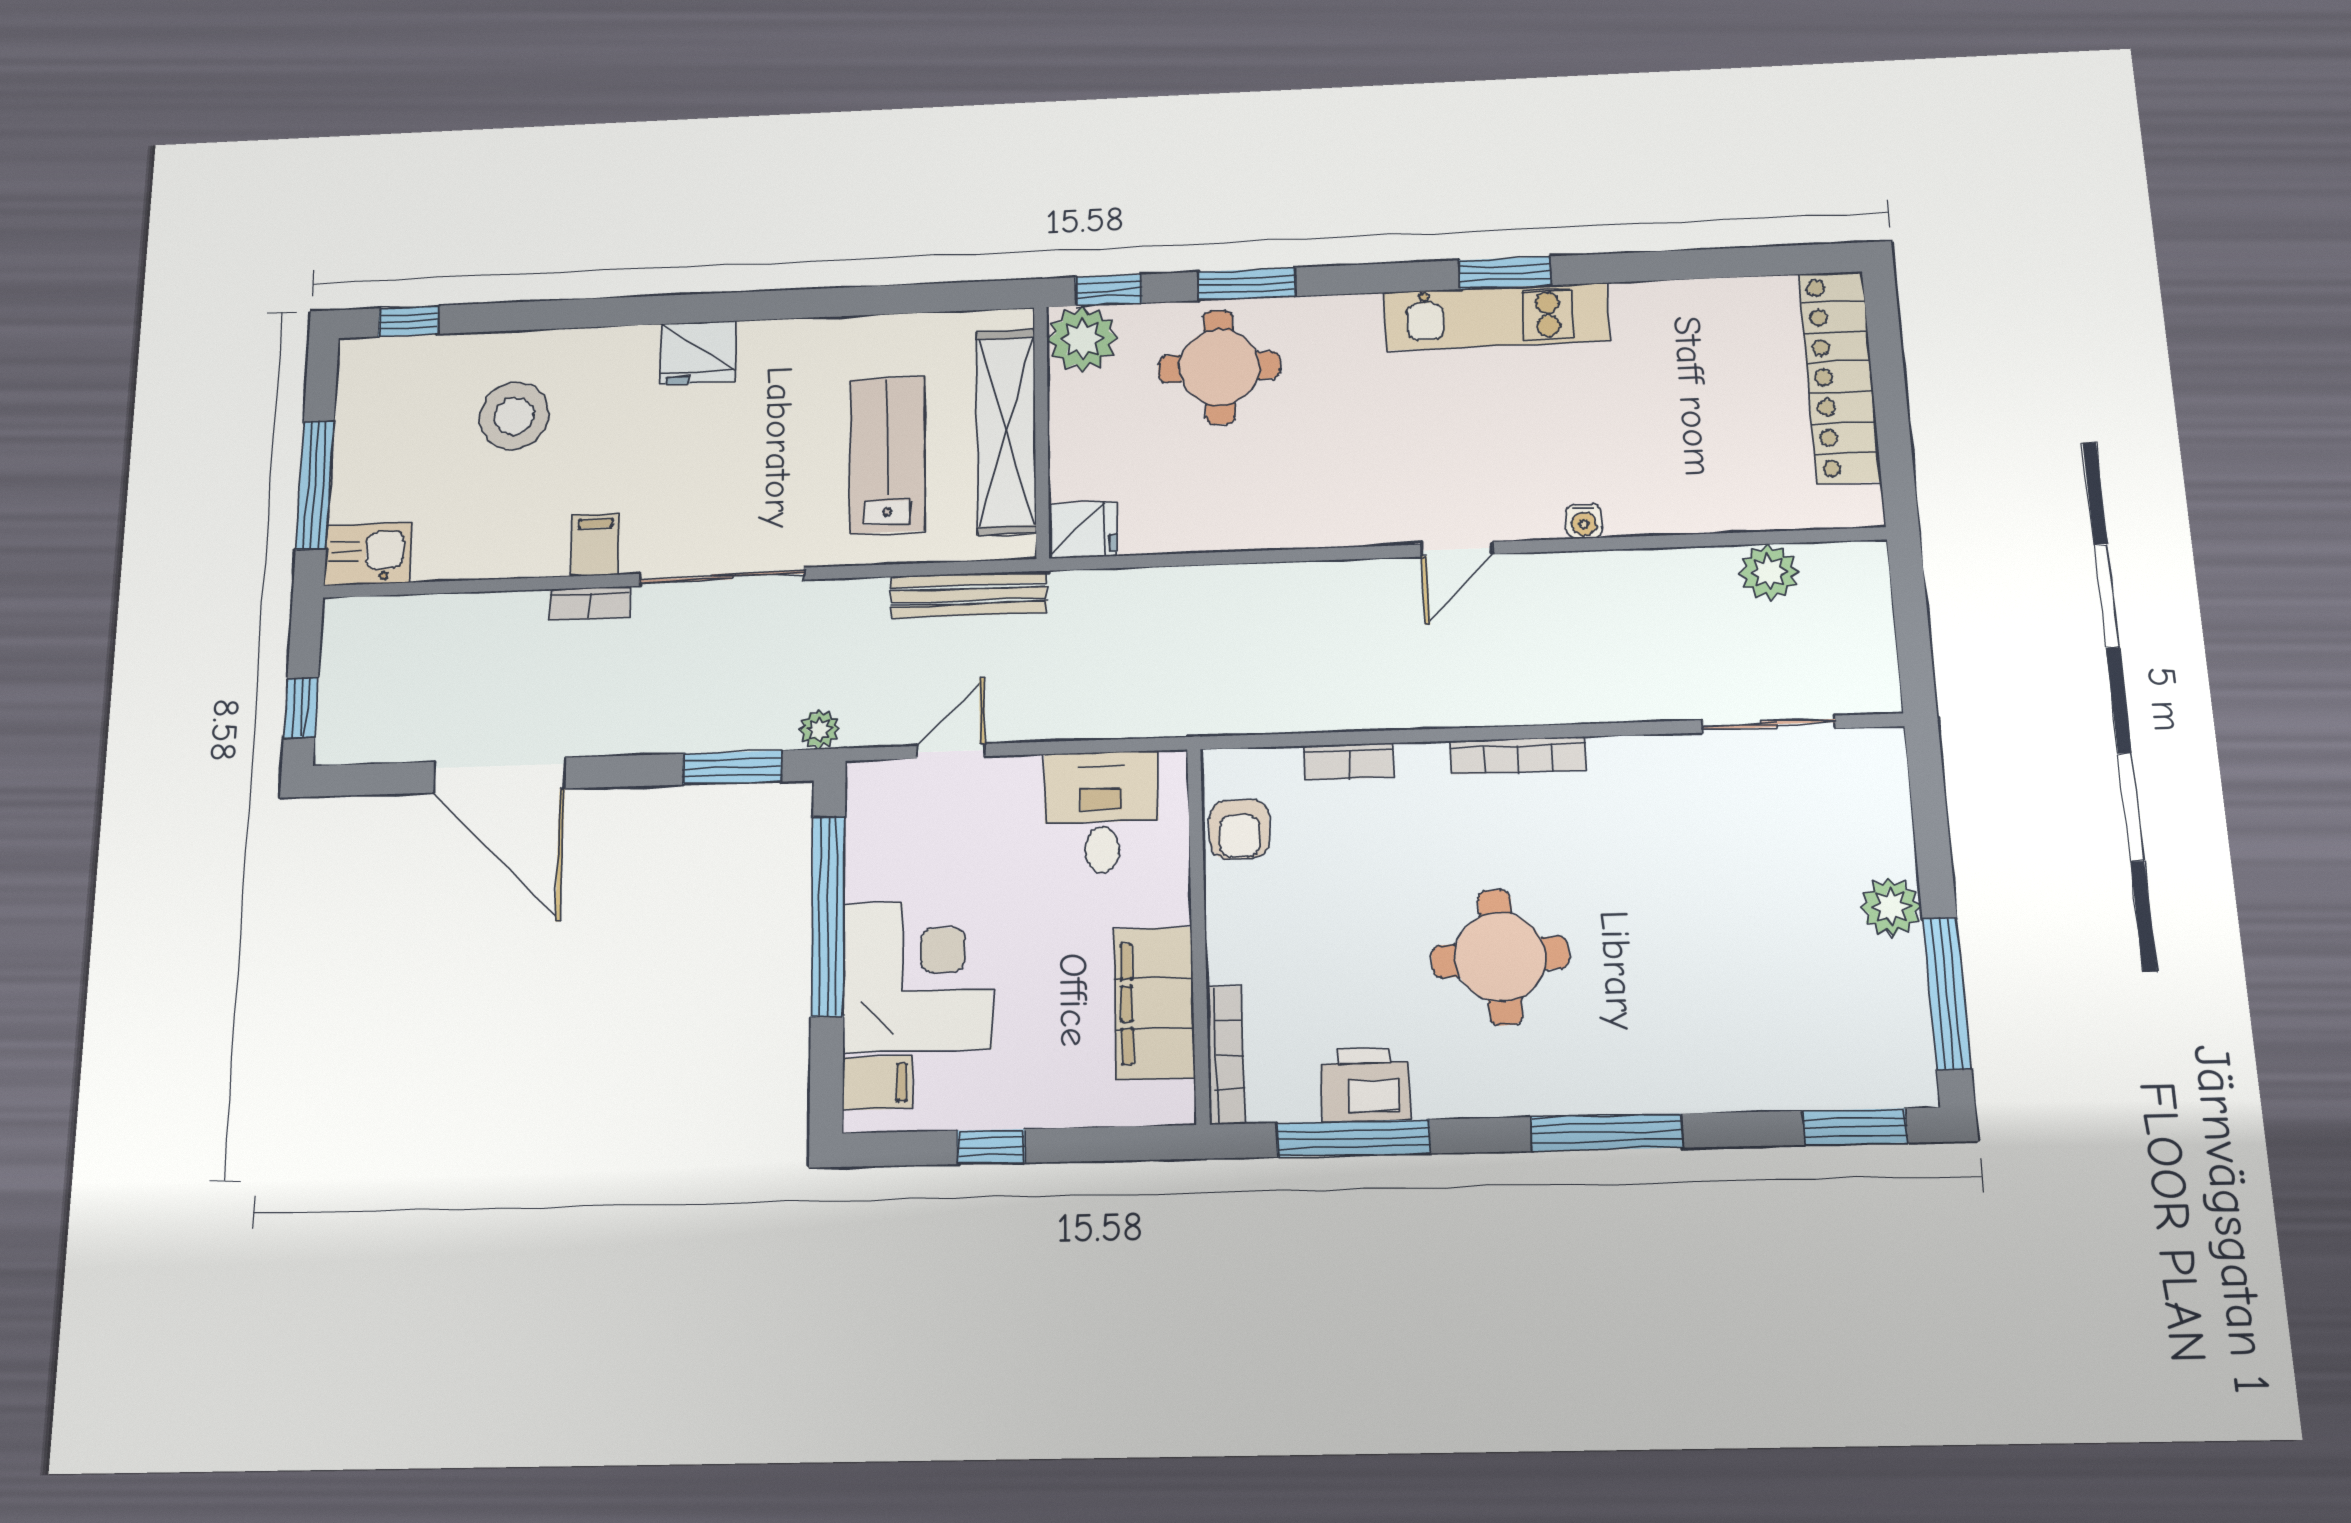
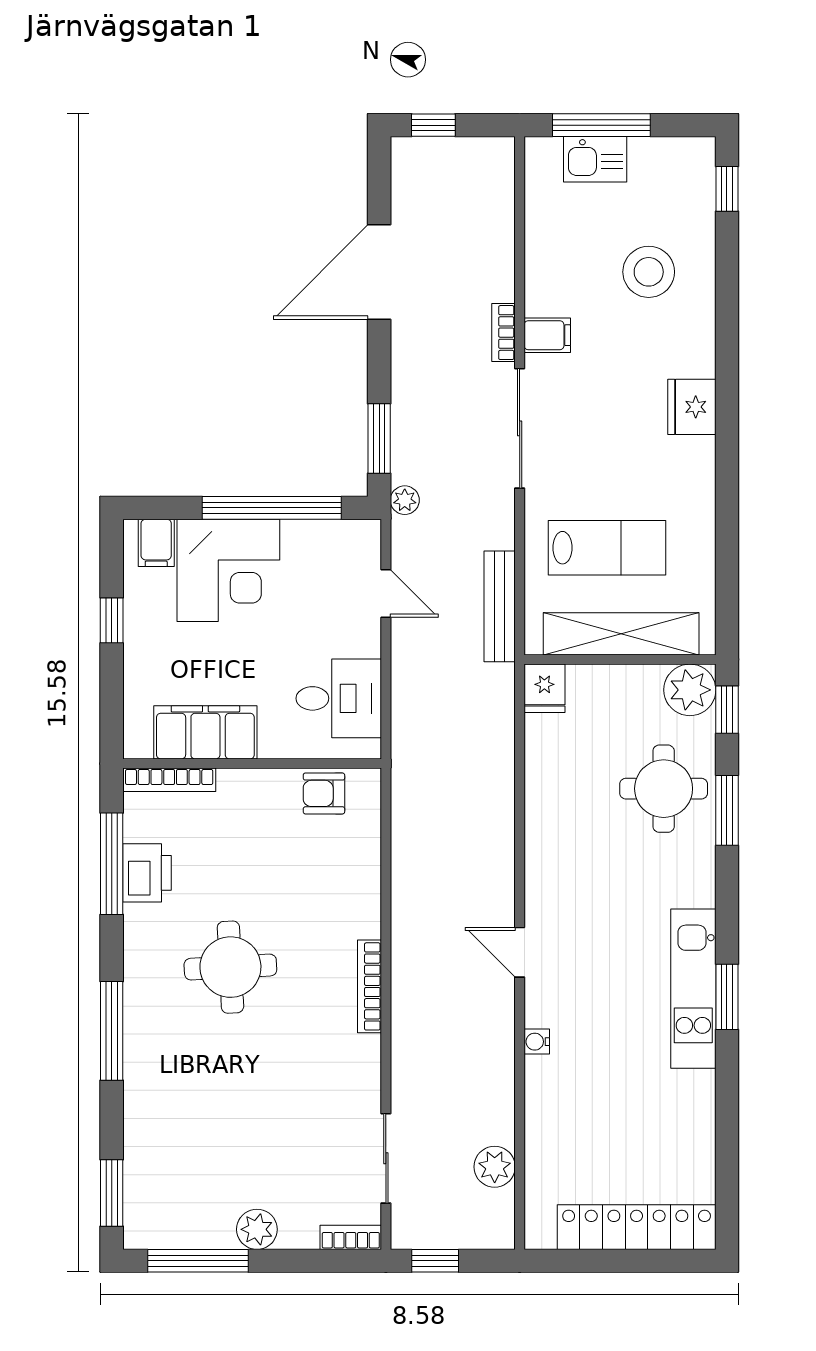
kitchen sink: (368, 554) -> (595, 159), moved, turned 90
window: (1914, 650) -> (435, 1261), added
bookcase: (1349, 762) -> (351, 1237), moved, turned 90

